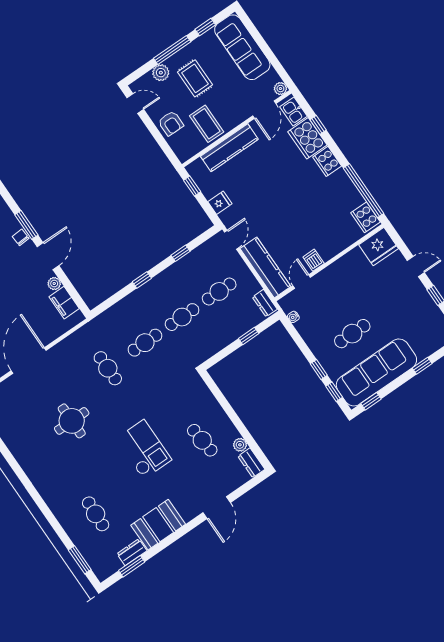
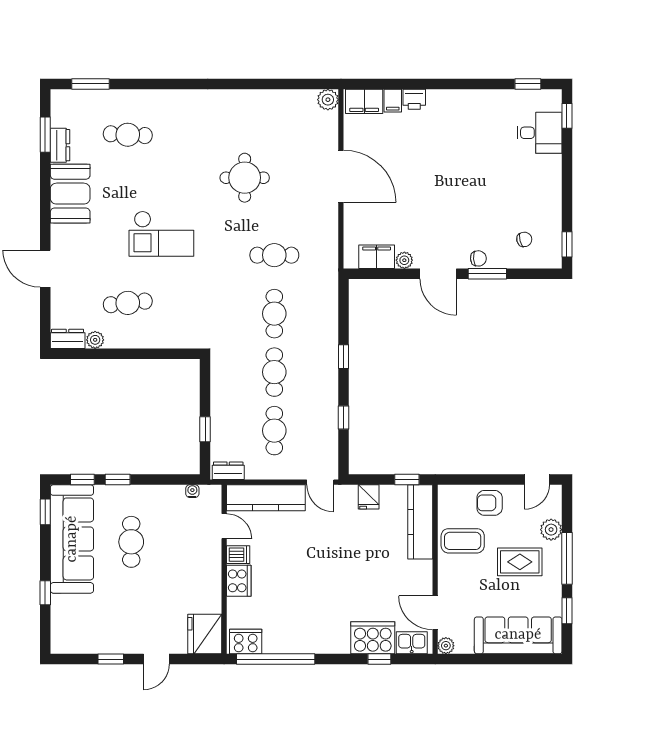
kitchen counter: (229, 148) -> (420, 522), moved
cooker: (327, 161) -> (239, 581), moved, turned 90

